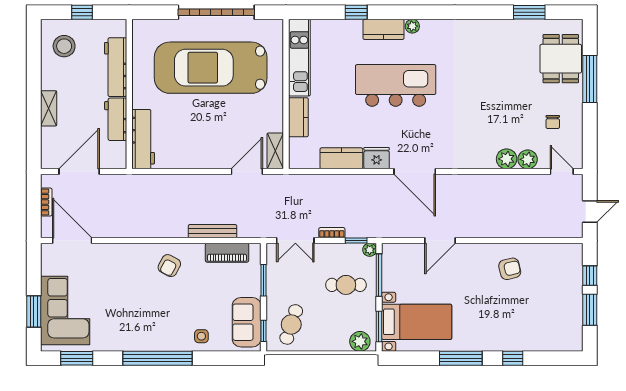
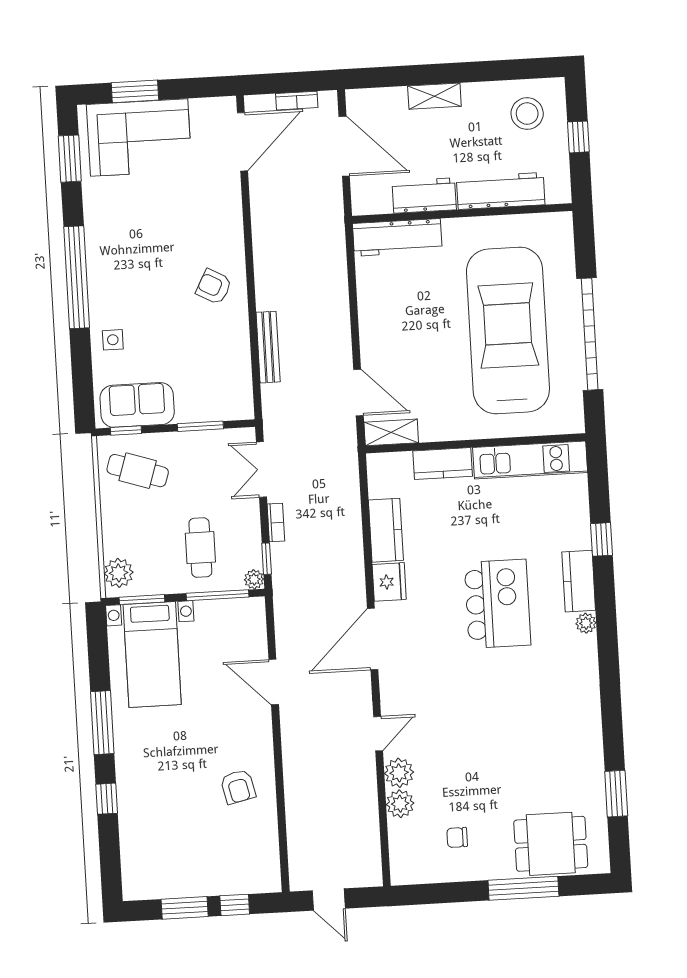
kitchen island: (396, 85) -> (497, 604), width x0.73
door: (562, 172) -> (378, 734), moved
piano: (227, 253) -> (238, 370), removed

